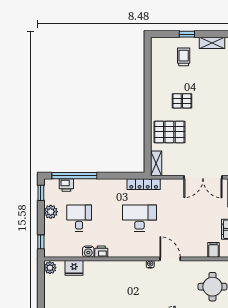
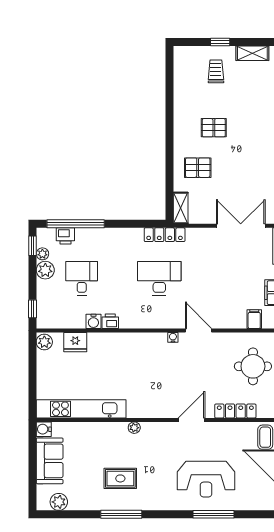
pallet: (169, 132) -> (198, 168), width x0.67, depth x0.71
double door: (203, 177) -> (241, 226), swing flipped
plant: (49, 199) -> (42, 254), added

